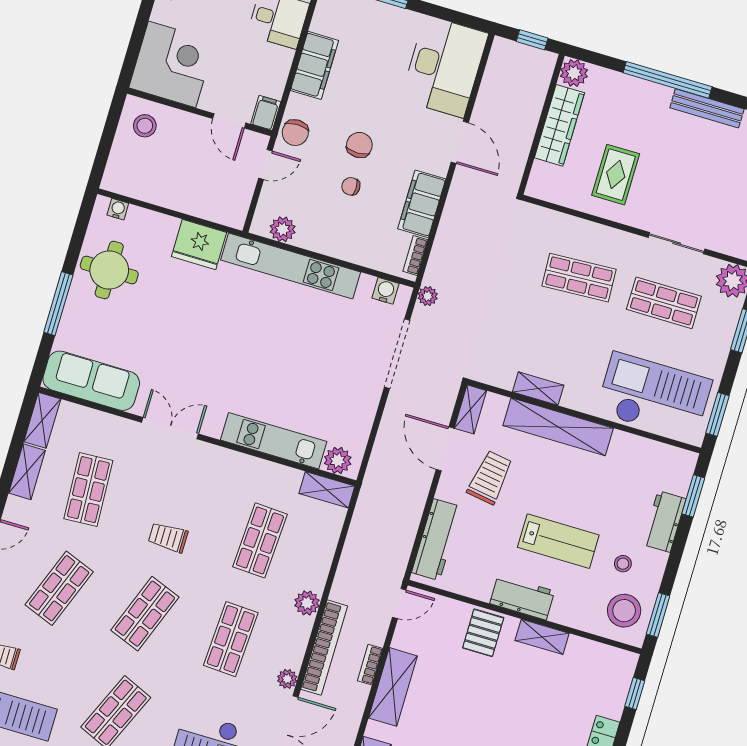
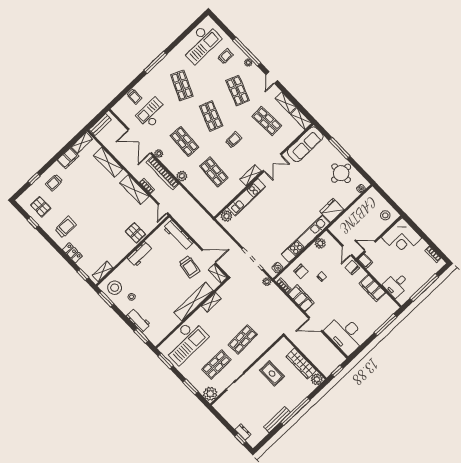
chair: (359, 145) -> (301, 271), moved
shelving: (327, 490) -> (250, 175), moved
lab bench: (558, 541) -> (153, 278), removed
shelving: (542, 637) -> (103, 272), moved

